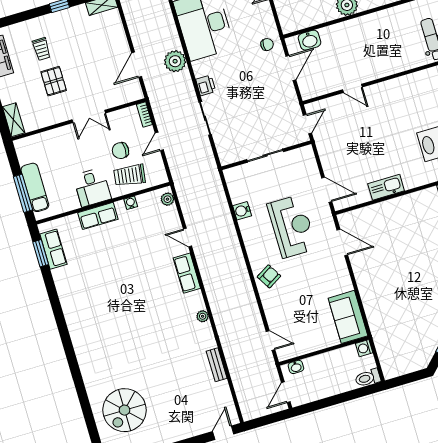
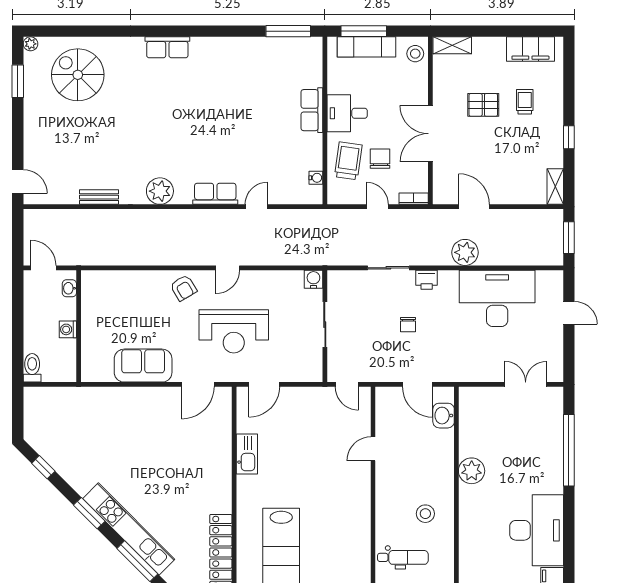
stool: (392, 32) -> (425, 514), added
chair: (267, 45) -> (408, 325), moved
trolley: (41, 49) -> (525, 102), turned 90
double door: (89, 116) -> (430, 134), width x1.37
stool: (29, 147) -> (415, 54), added
plant: (167, 199) -> (308, 197), removed
water cooler: (131, 203) -> (316, 178), moved
water cooler: (242, 211) -> (313, 279), moved
row of seats: (53, 249) -> (167, 47), moved
window: (41, 253) -> (288, 31), width x1.44
plant: (203, 316) -> (160, 191), width x1.88, depth x1.88
sofa: (348, 317) -> (143, 366), moved
door: (271, 341) -> (228, 268), moved
washing machine: (364, 348) -> (68, 329), moved, turned -90

